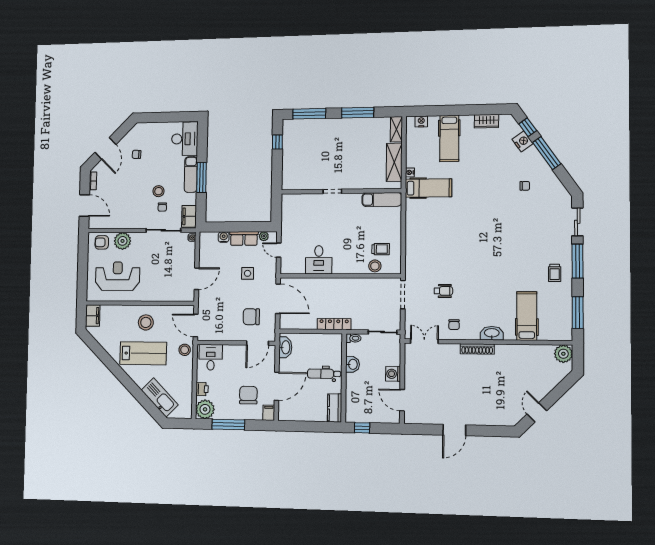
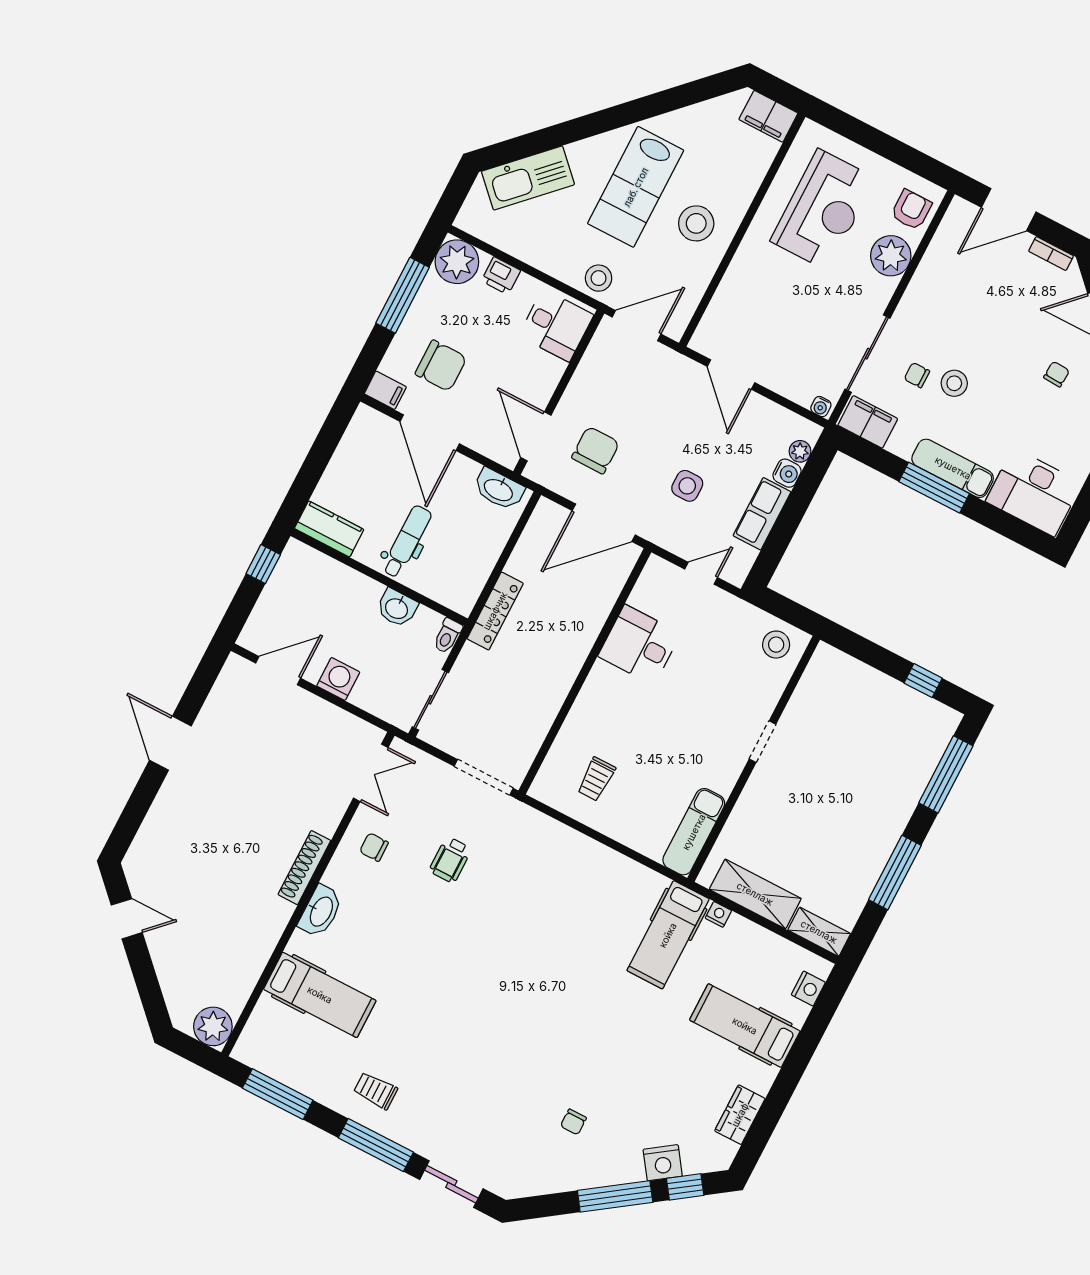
plant: (264, 236) -> (800, 451), moved
stool: (375, 266) -> (776, 645), moved

